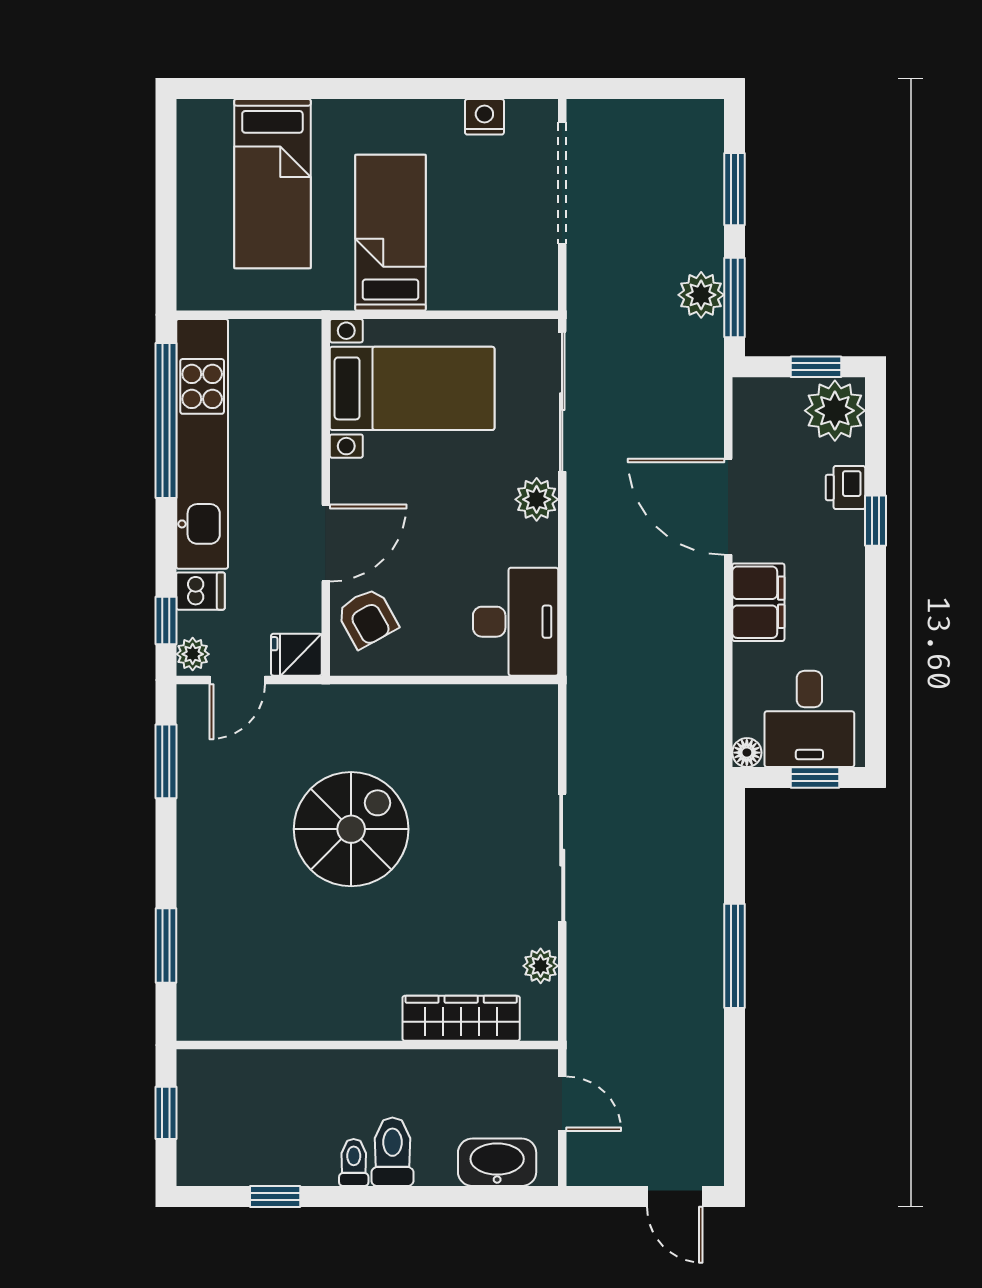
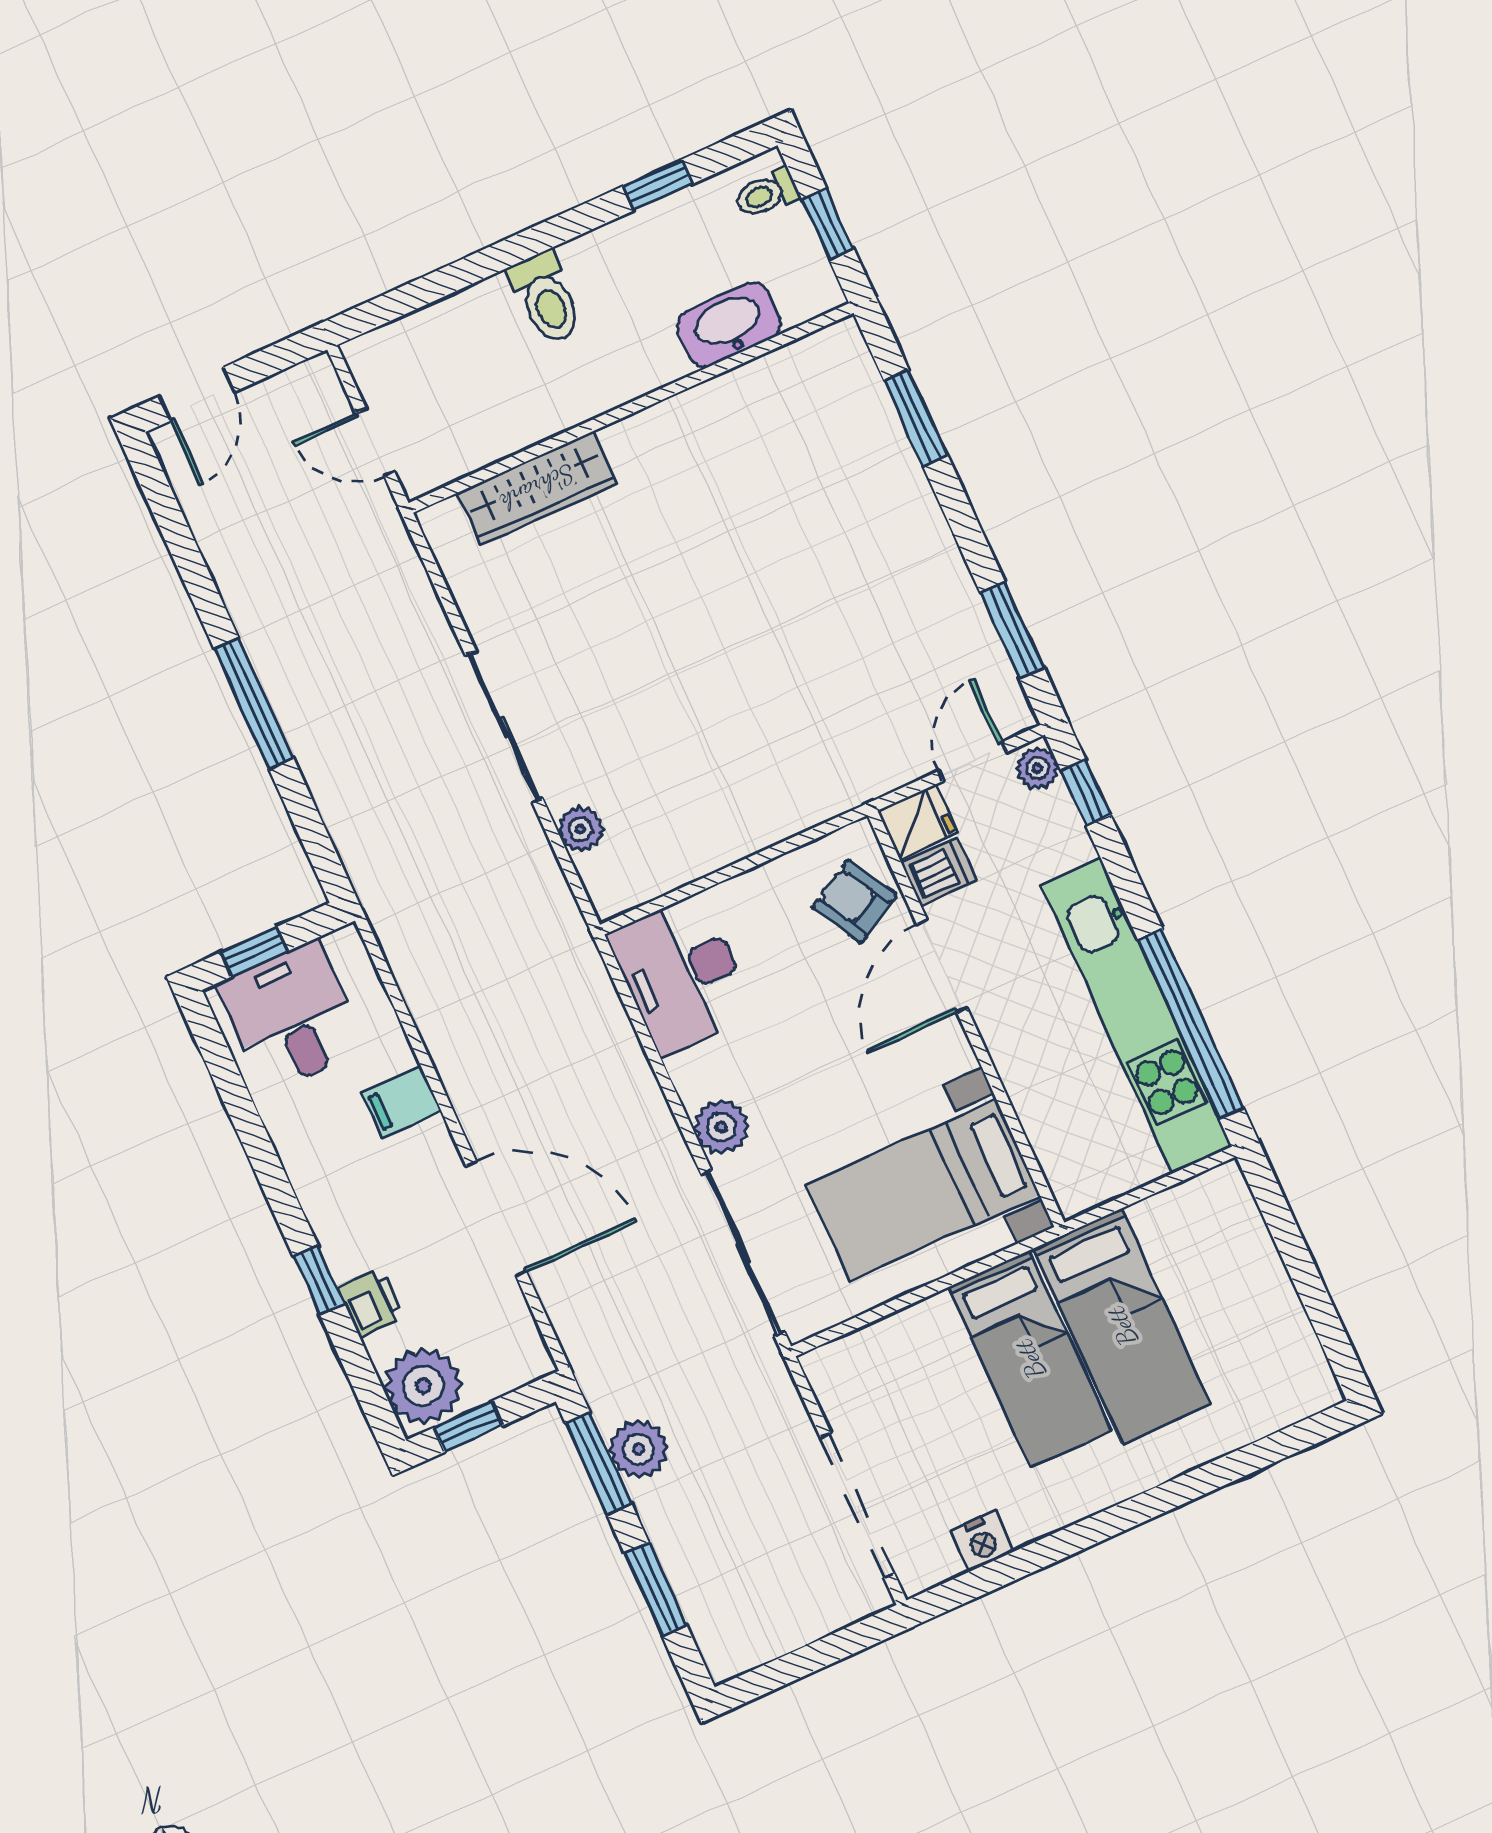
bed: (272, 184) -> (1122, 1326), moved, turned 180
dishwasher: (201, 591) -> (939, 872), moved, turned 180
filing cabinet: (758, 602) -> (401, 1102), width x0.50
floor lamp: (747, 753) -> (346, 945), removed
spiral stairs: (351, 829) -> (763, 649), removed
plant: (541, 966) -> (581, 829), moved
toilet: (354, 1162) -> (767, 193), moved, turned 90
washbasin: (497, 1162) -> (729, 325), moved, turned 180
door: (675, 1197) -> (197, 394), swing flipped

